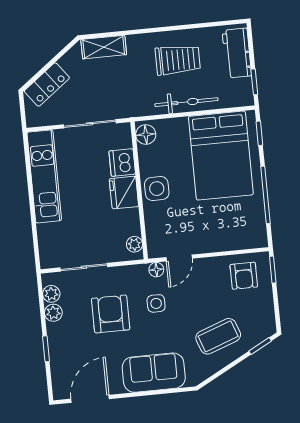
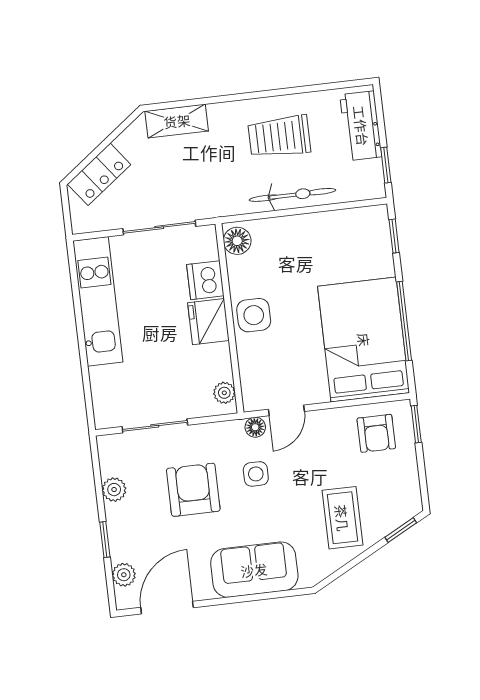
trolley: (178, 60) -> (279, 137), turned 180
bed: (221, 156) -> (364, 340), moved, turned 180
plant: (51, 294) -> (124, 575), moved
coffee table: (218, 336) -> (342, 518), turned -70

